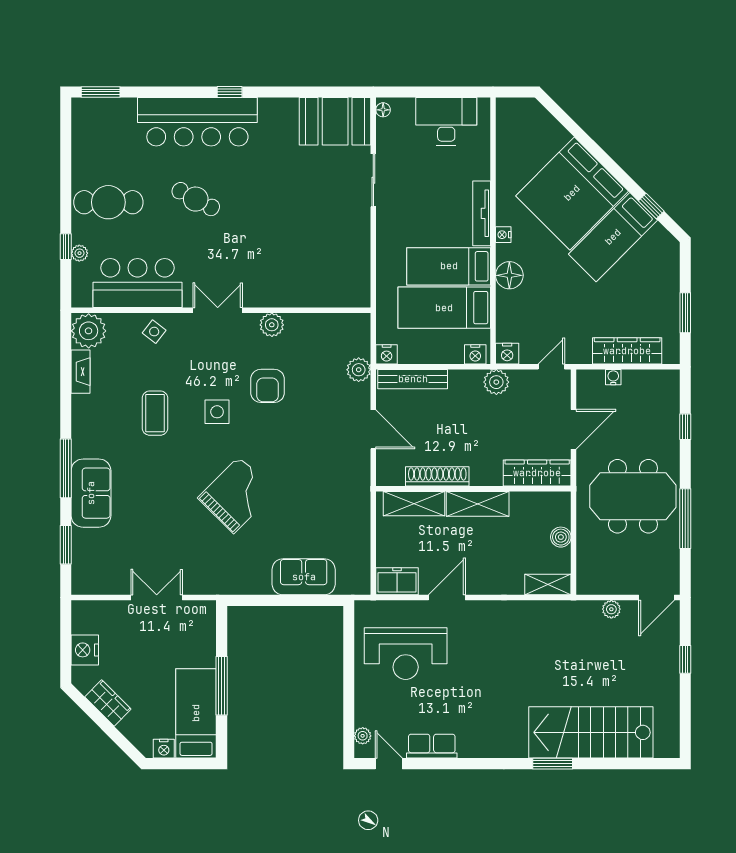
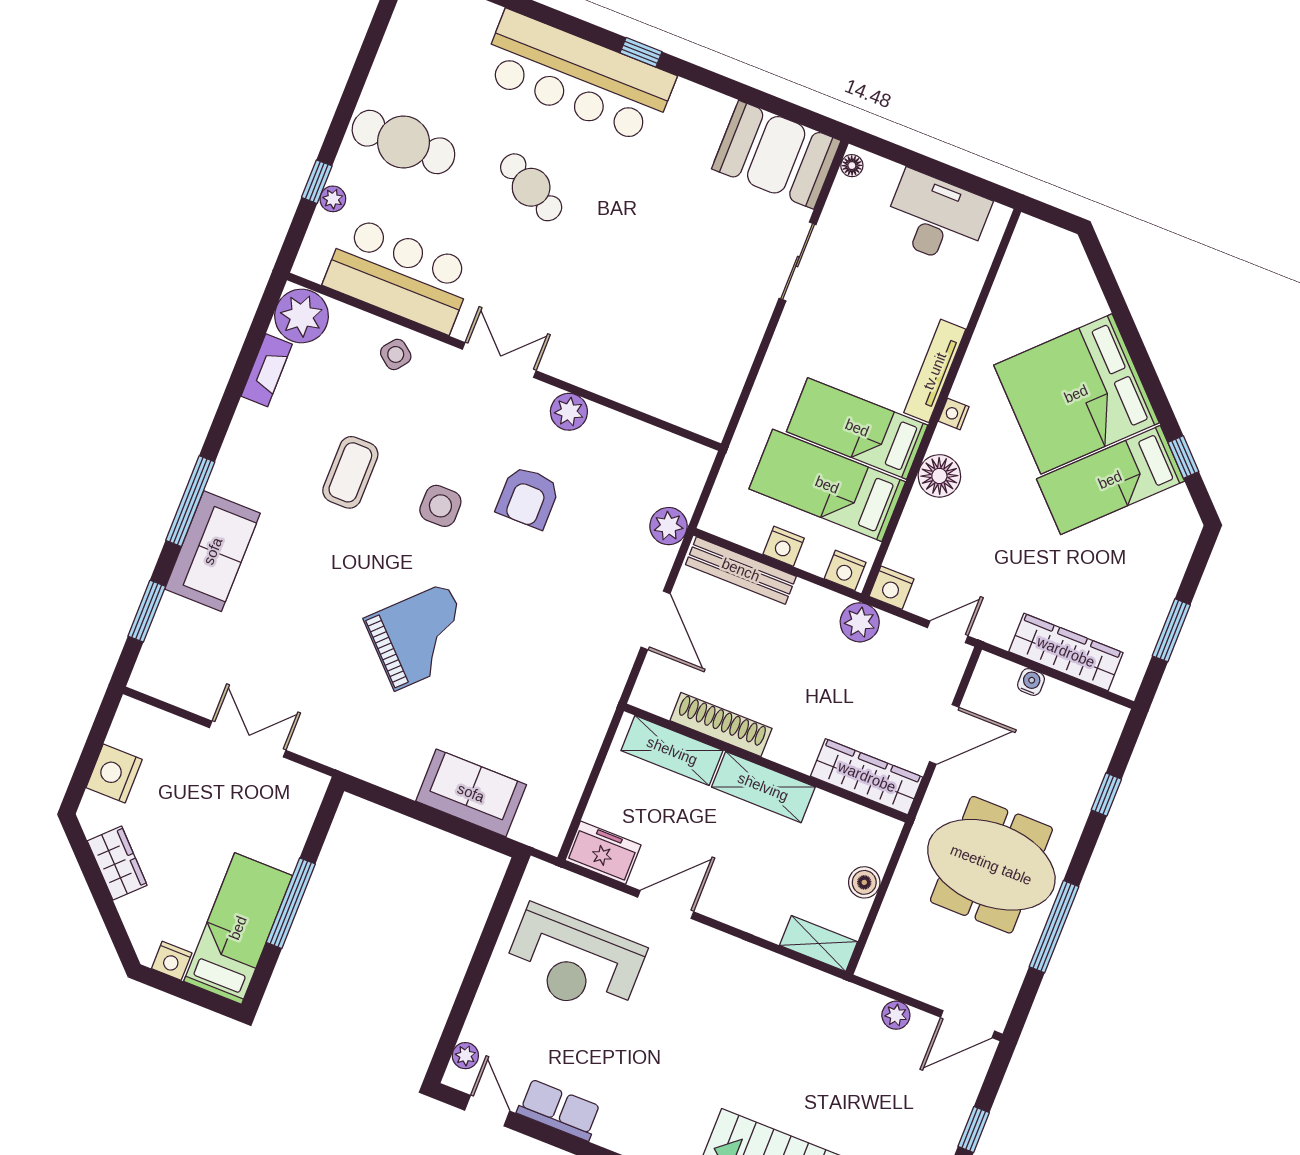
nightstand: (387, 354) -> (784, 546), moved

